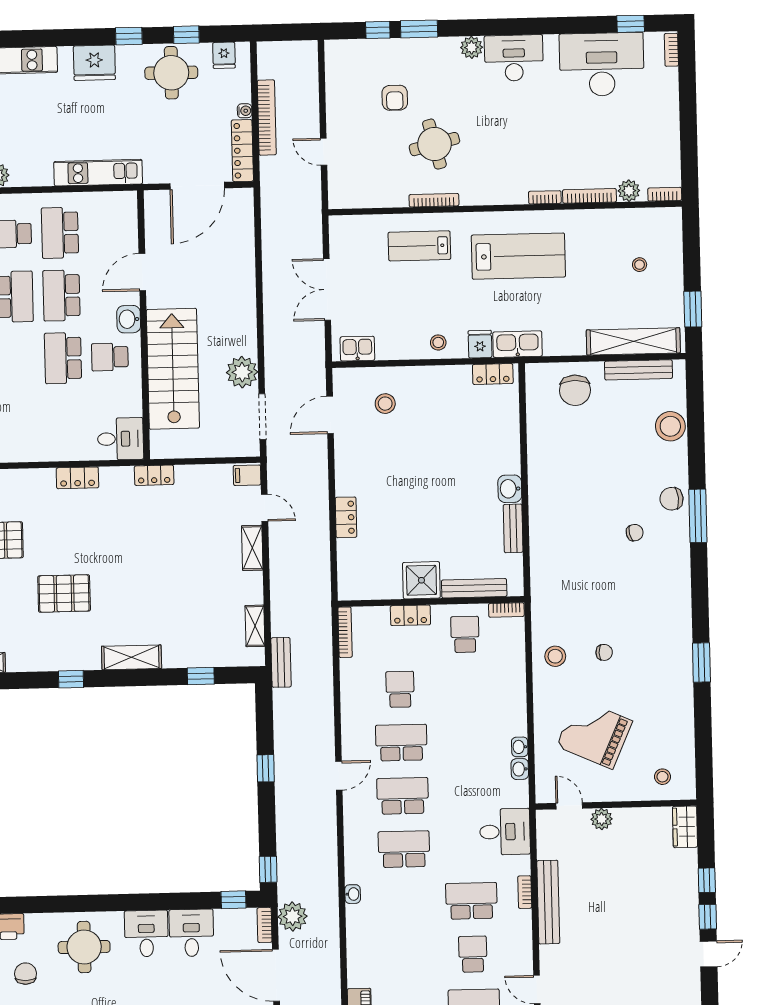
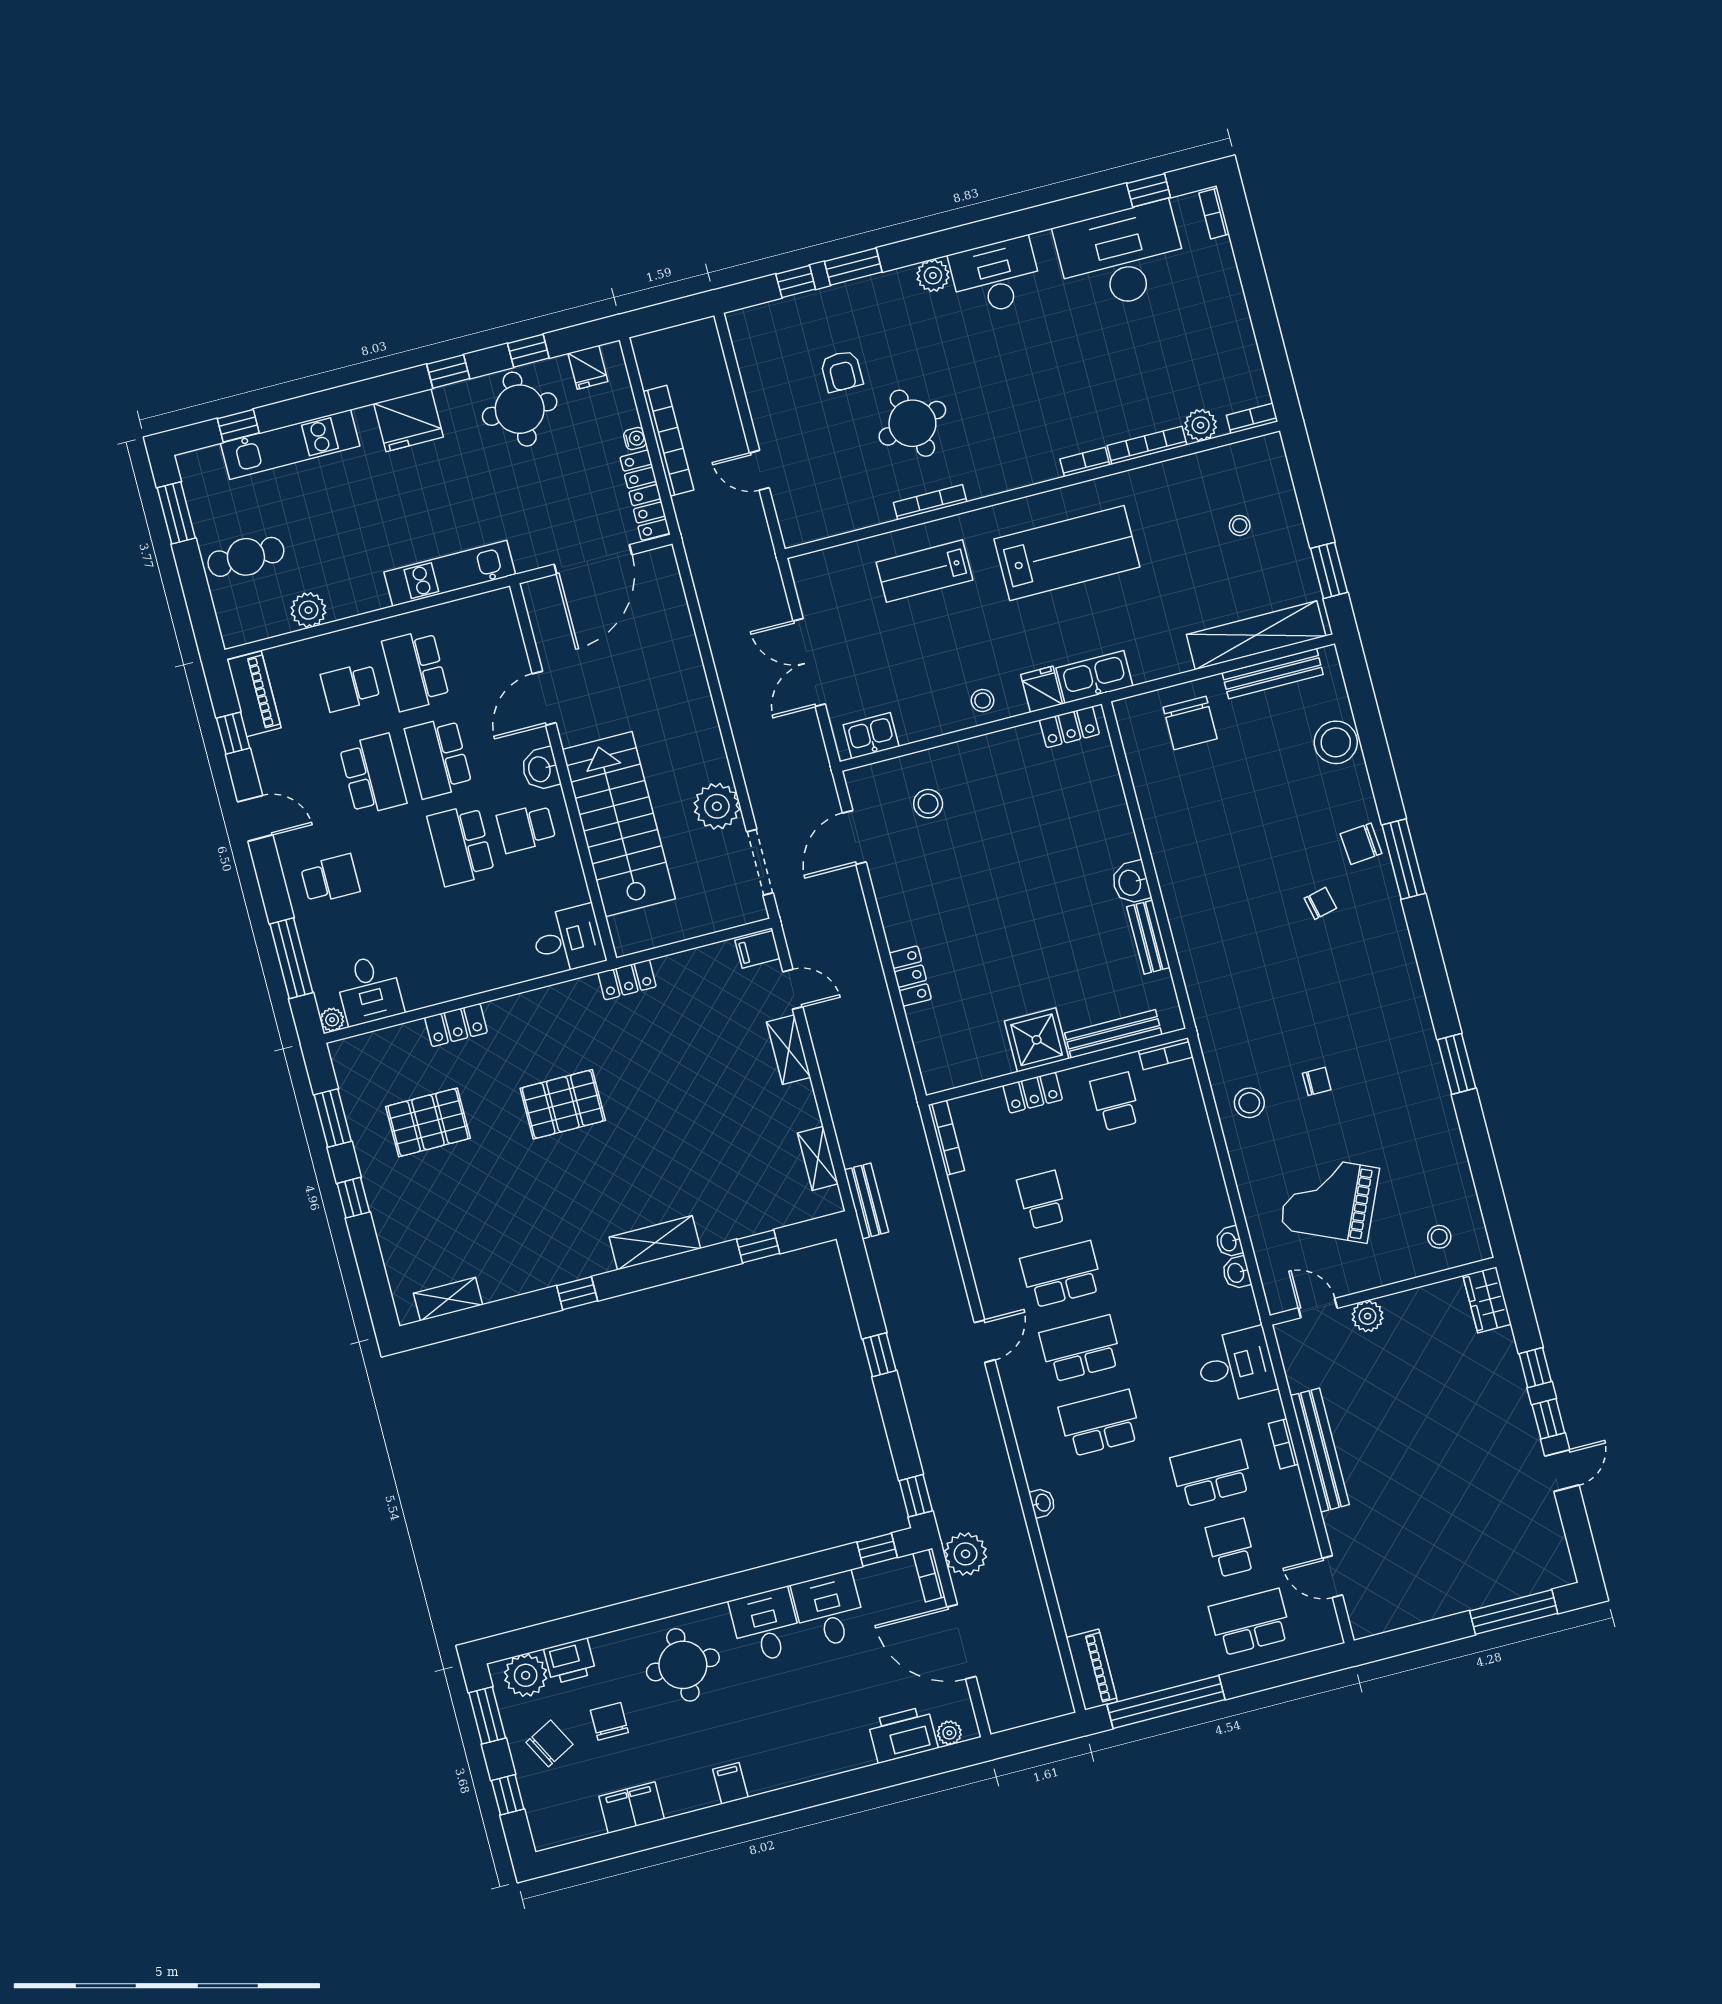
locker: (77, 478) -> (456, 1025), moved
pallet: (64, 593) -> (563, 1104), moved

